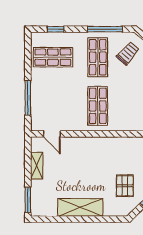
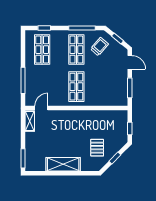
shop shelf: (53, 57) -> (42, 50), turned 90
door: (52, 134) -> (41, 108), swing flipped
shelving: (37, 166) -> (30, 121), moved

